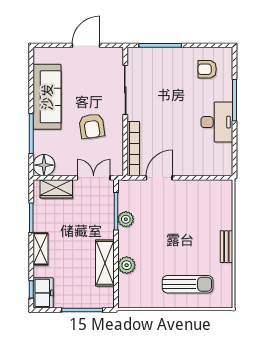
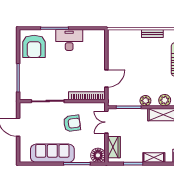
armchair: (207, 69) -> (34, 46), width x1.88, depth x1.88
door: (159, 178) -> (106, 78), swing flipped
plant: (126, 219) -> (145, 101), moved

